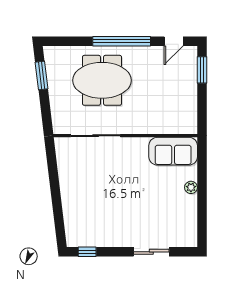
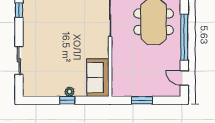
window: (202, 70) -> (142, 100), moved
window: (202, 190) -> (67, 100), added

